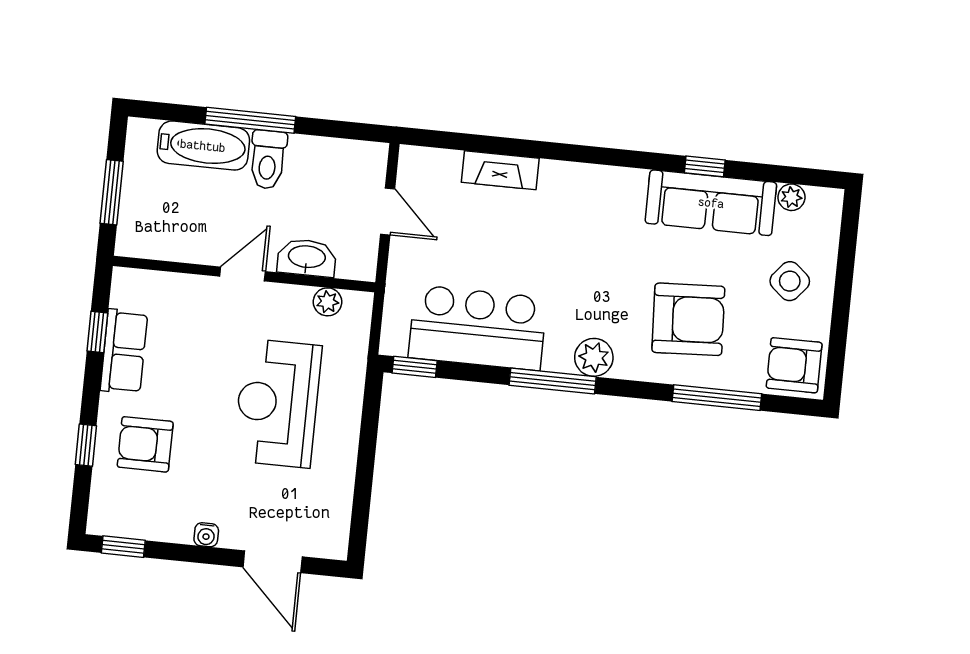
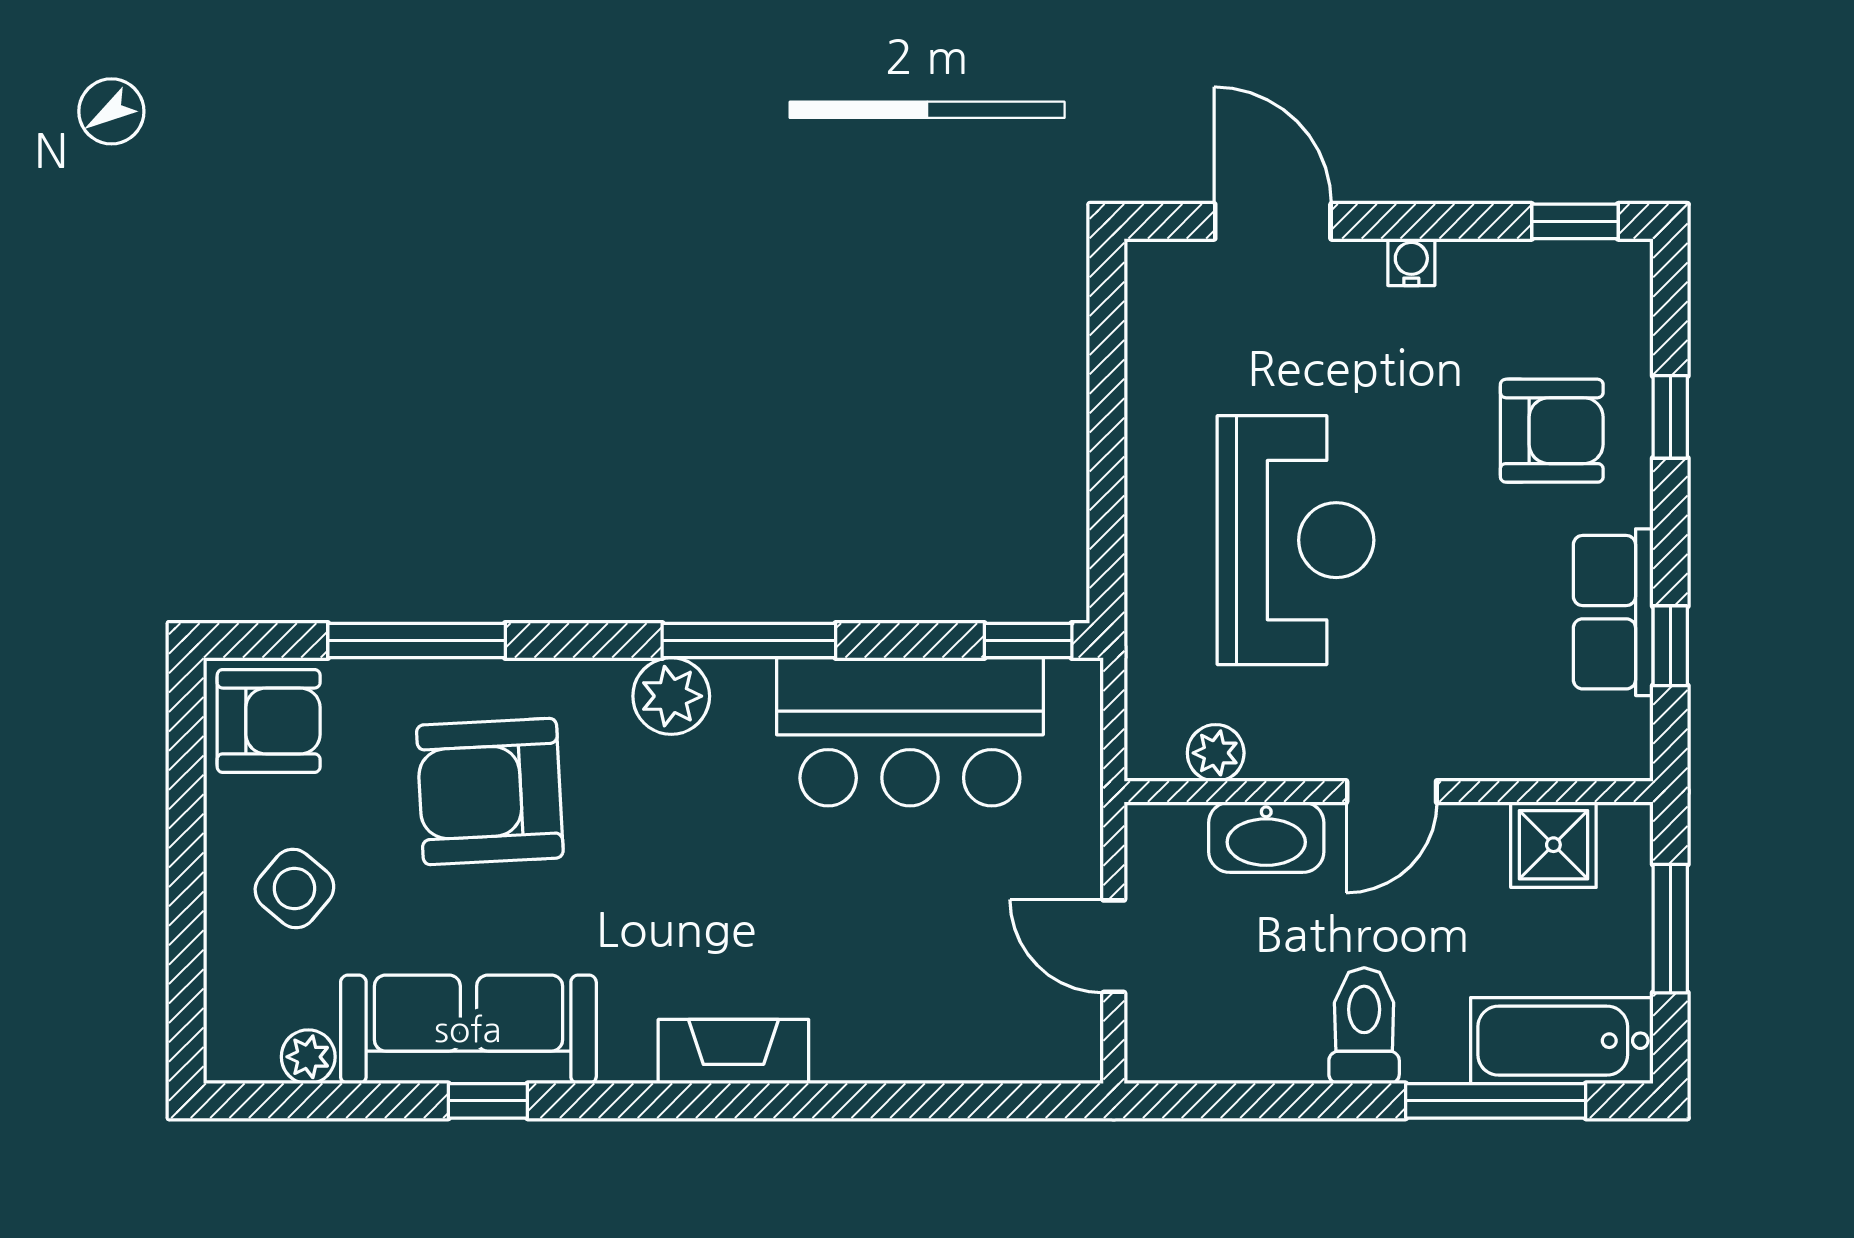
window: (250, 120) -> (1496, 1101), moved
bathtub: (203, 146) -> (1562, 1041), moved
fireplace: (500, 170) -> (733, 1052), moved
shower: (165, 240) -> (1553, 845), added

